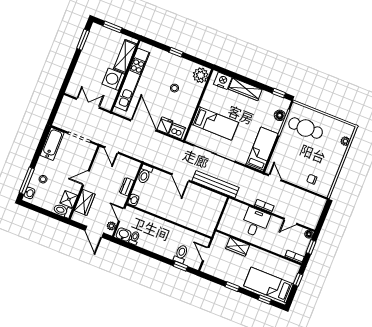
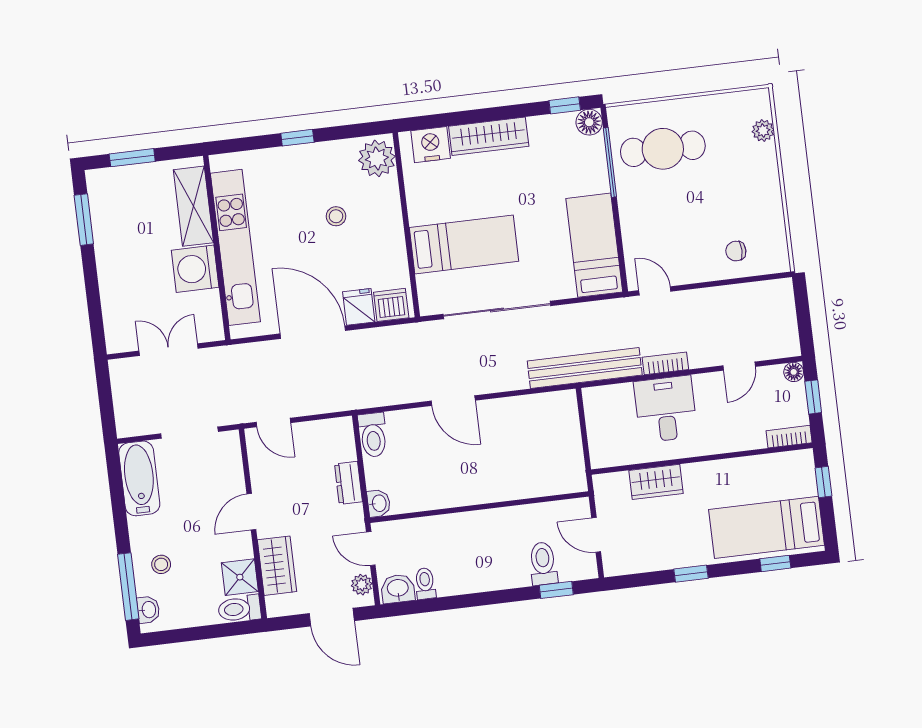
floor lamp: (280, 115) -> (589, 122), moved
bench: (216, 184) -> (585, 368), moved

